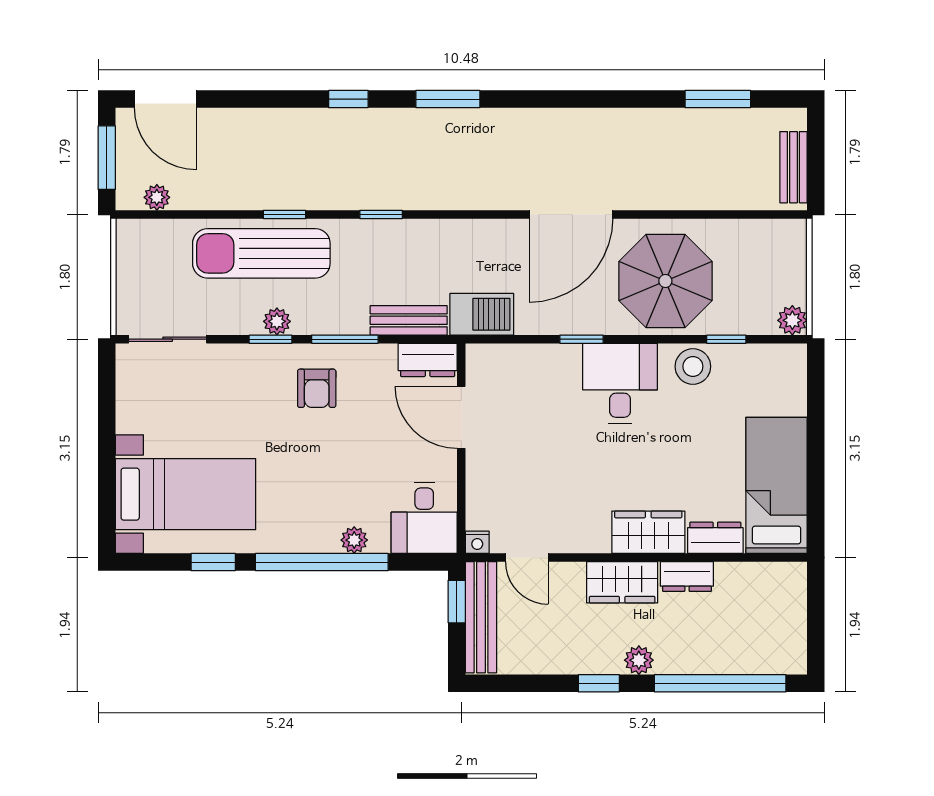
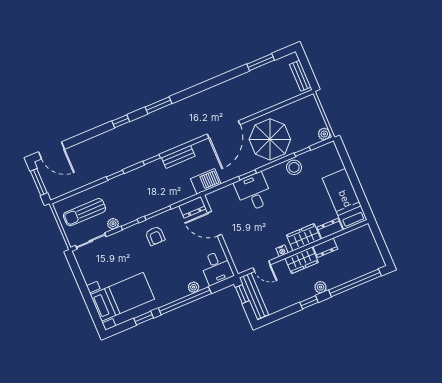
plant: (157, 197) -> (64, 189), removed
sun lounger: (261, 253) -> (85, 212), moved, width x0.73, depth x0.75
bench: (409, 320) -> (178, 157), moved
plant: (277, 321) -> (113, 224), moved
desk: (620, 384) -> (253, 192), moved
nightstand: (477, 542) -> (282, 251), moved

